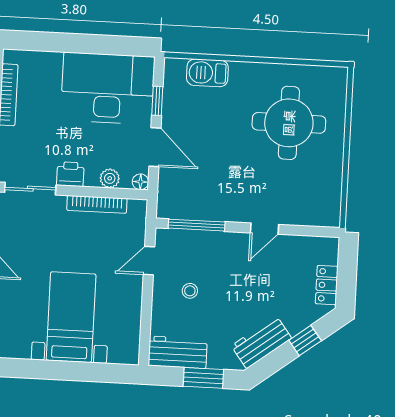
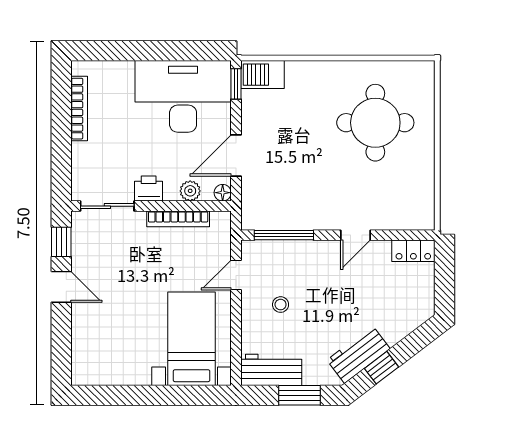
barbecue: (207, 73) -> (262, 75), moved
window: (157, 101) -> (236, 84), moved
door: (155, 147) -> (236, 155), swing flipped
locker: (327, 285) -> (413, 251), moved, turned -90
bed with nightstands: (71, 317) -> (192, 339), moved
window: (305, 340) -> (381, 368), moved

